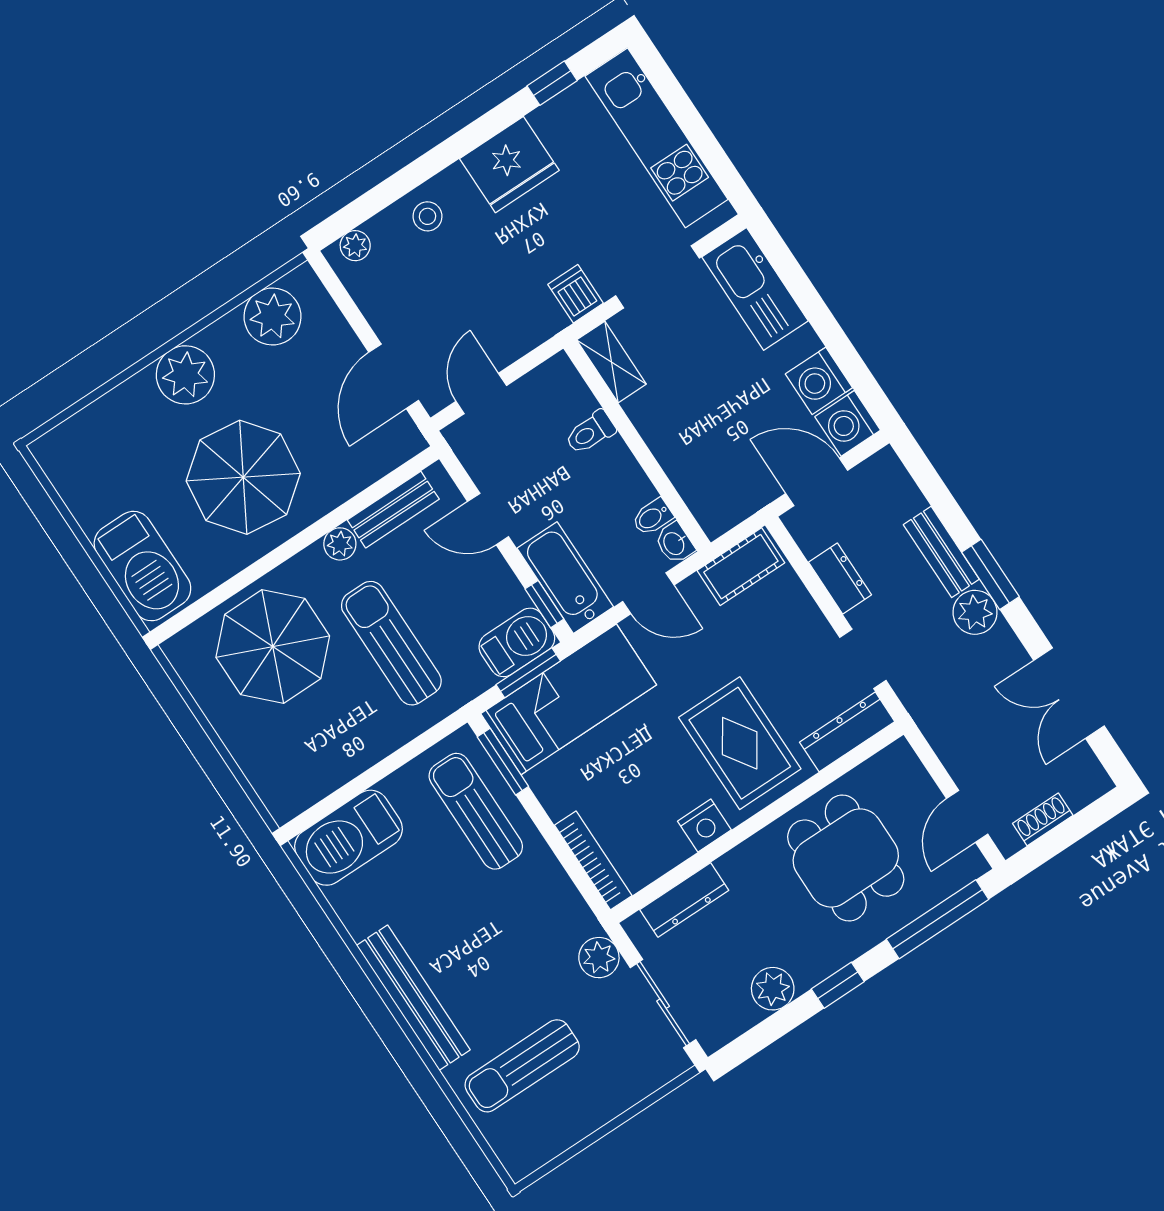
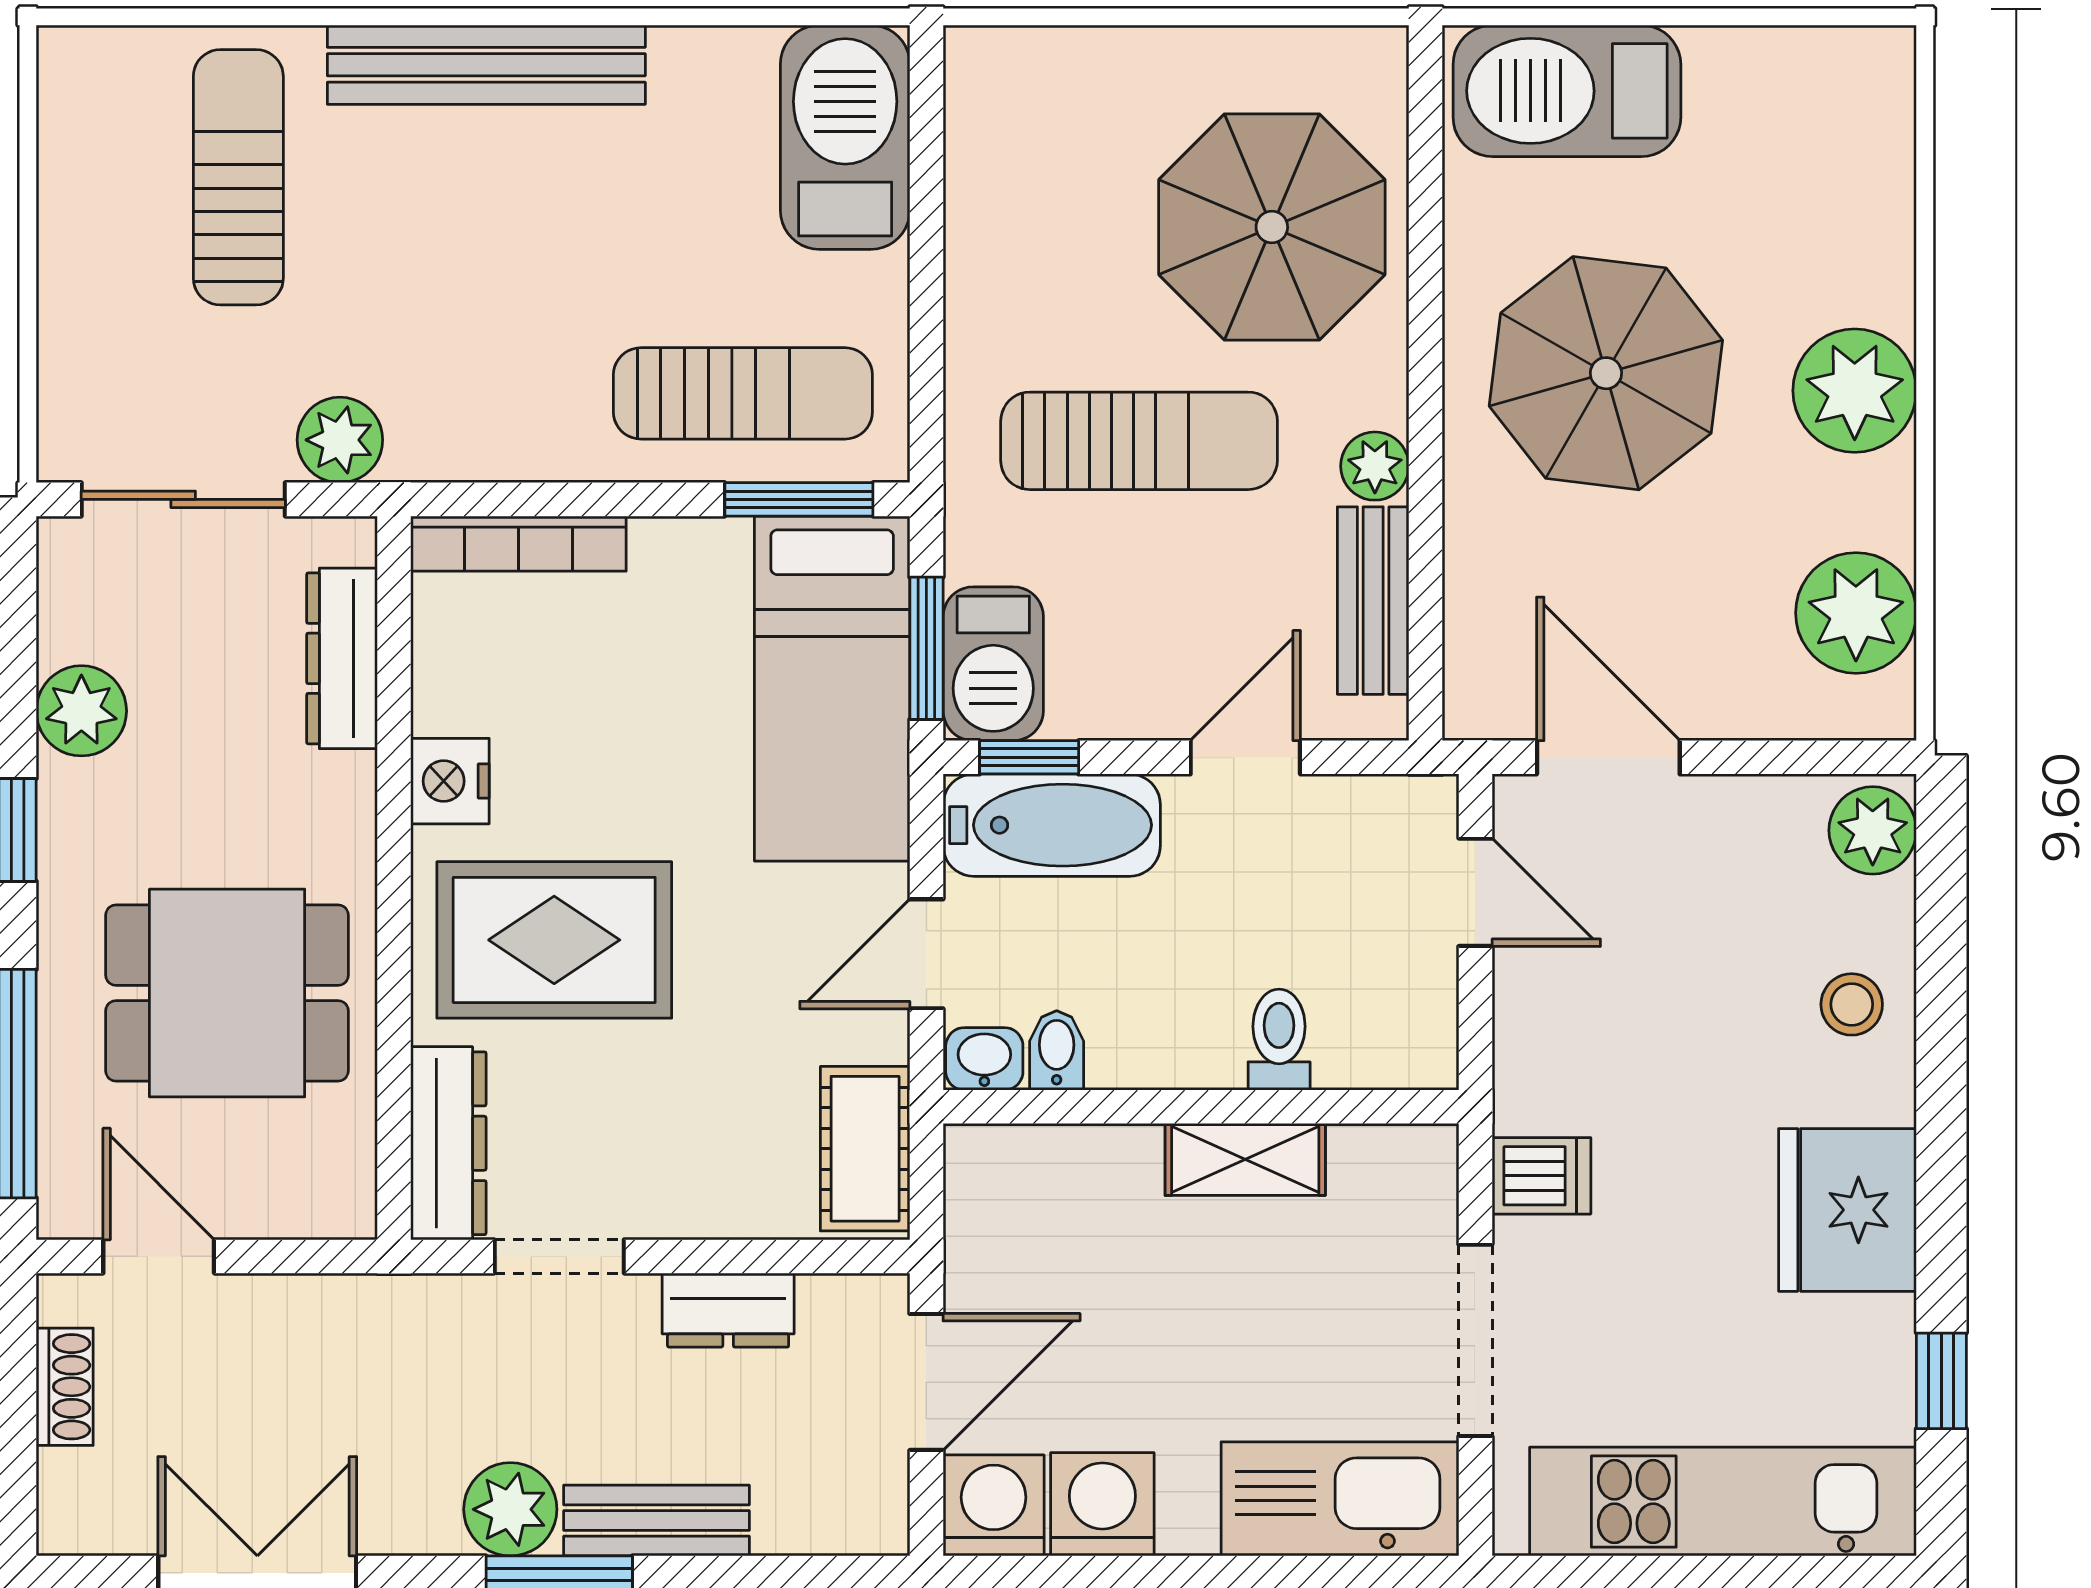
plant: (355, 246) -> (1873, 830), width x1.38, depth x1.38
shelving: (611, 362) -> (1245, 1159), moved

